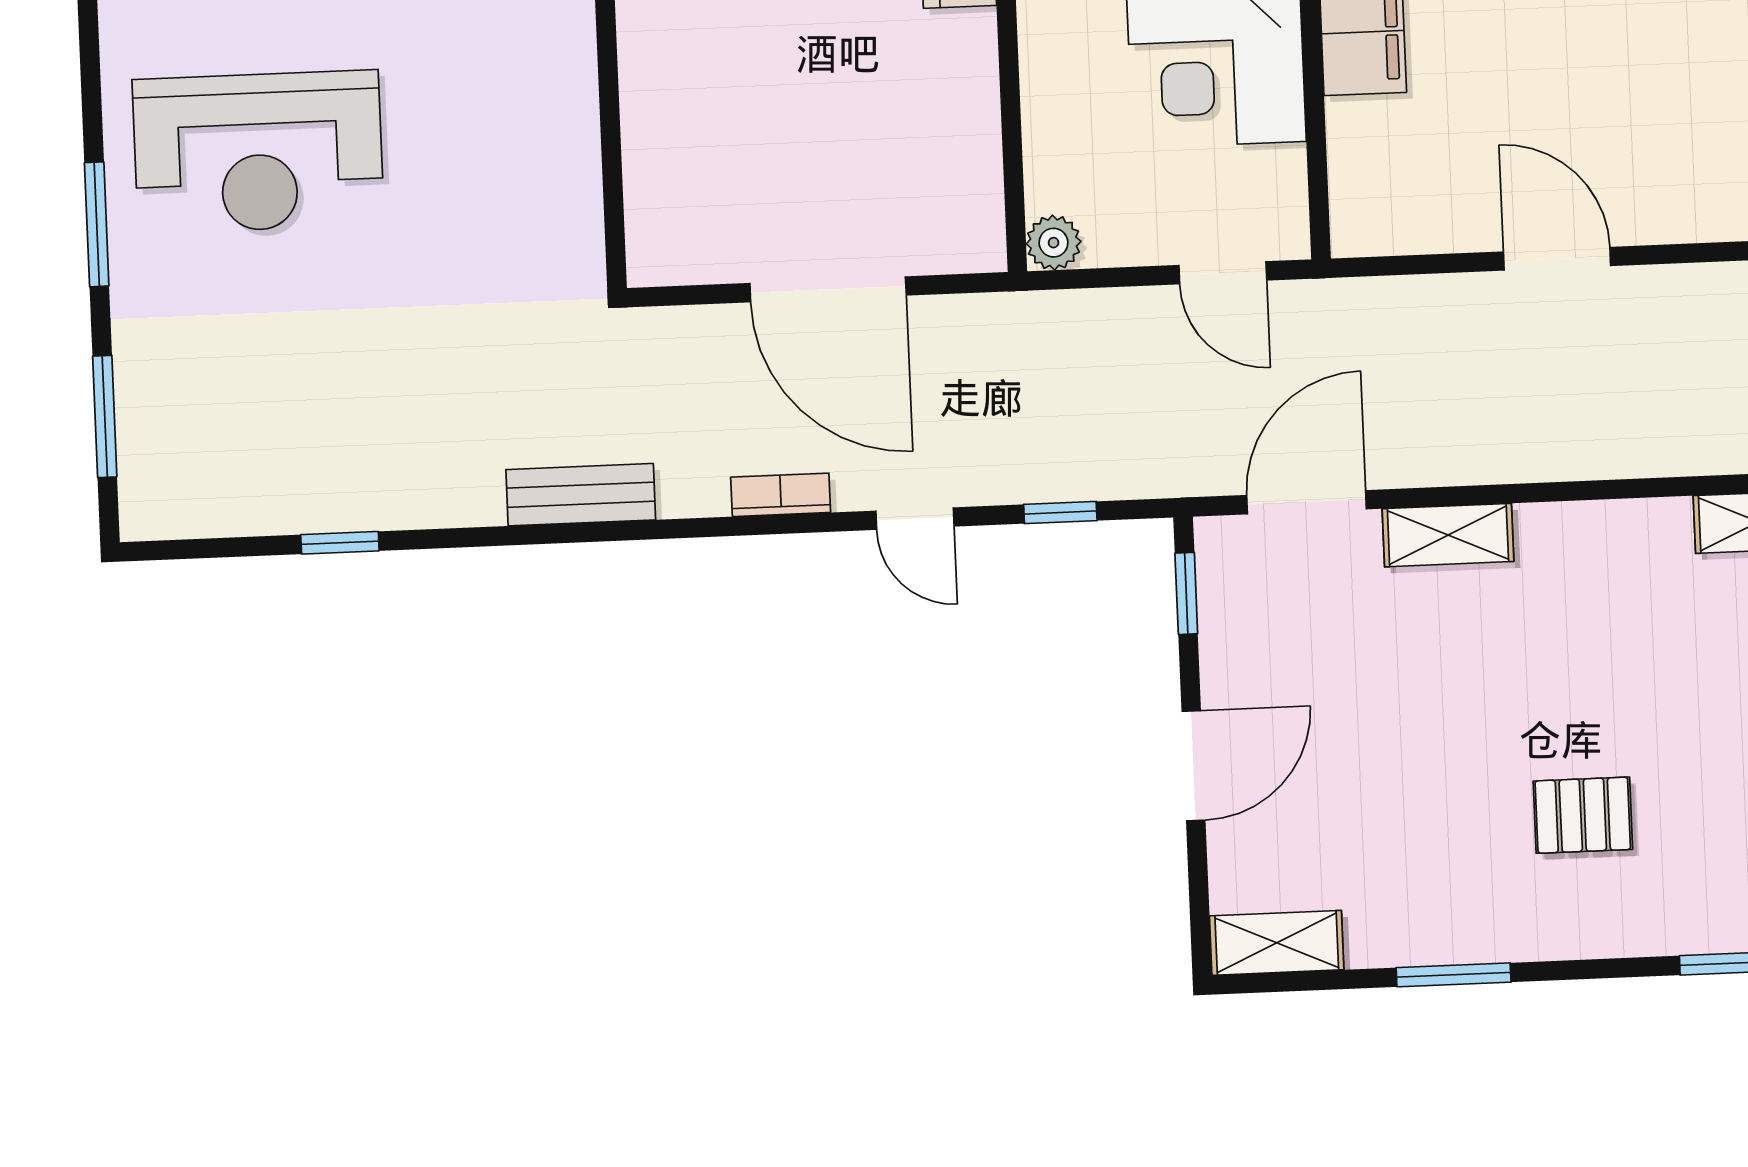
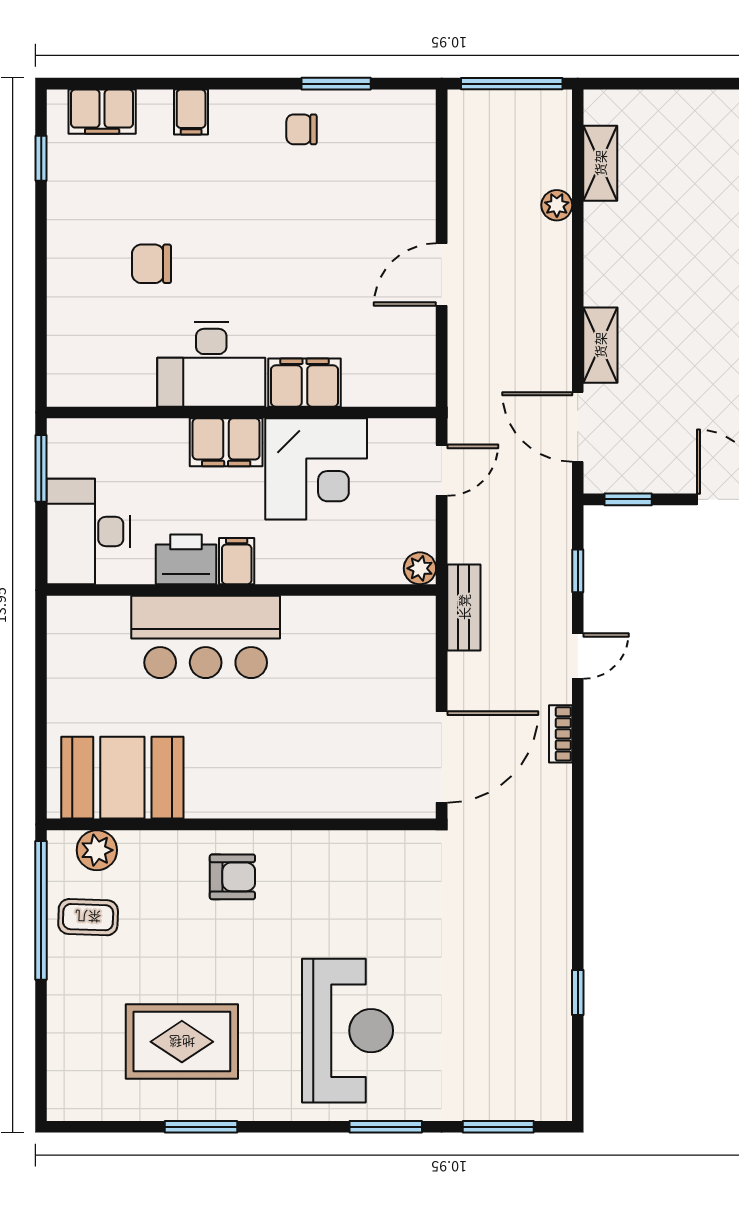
door: (828, 289) -> (442, 757), moved
plant: (1684, 450) -> (557, 205), added
bench: (581, 495) -> (464, 607), moved

